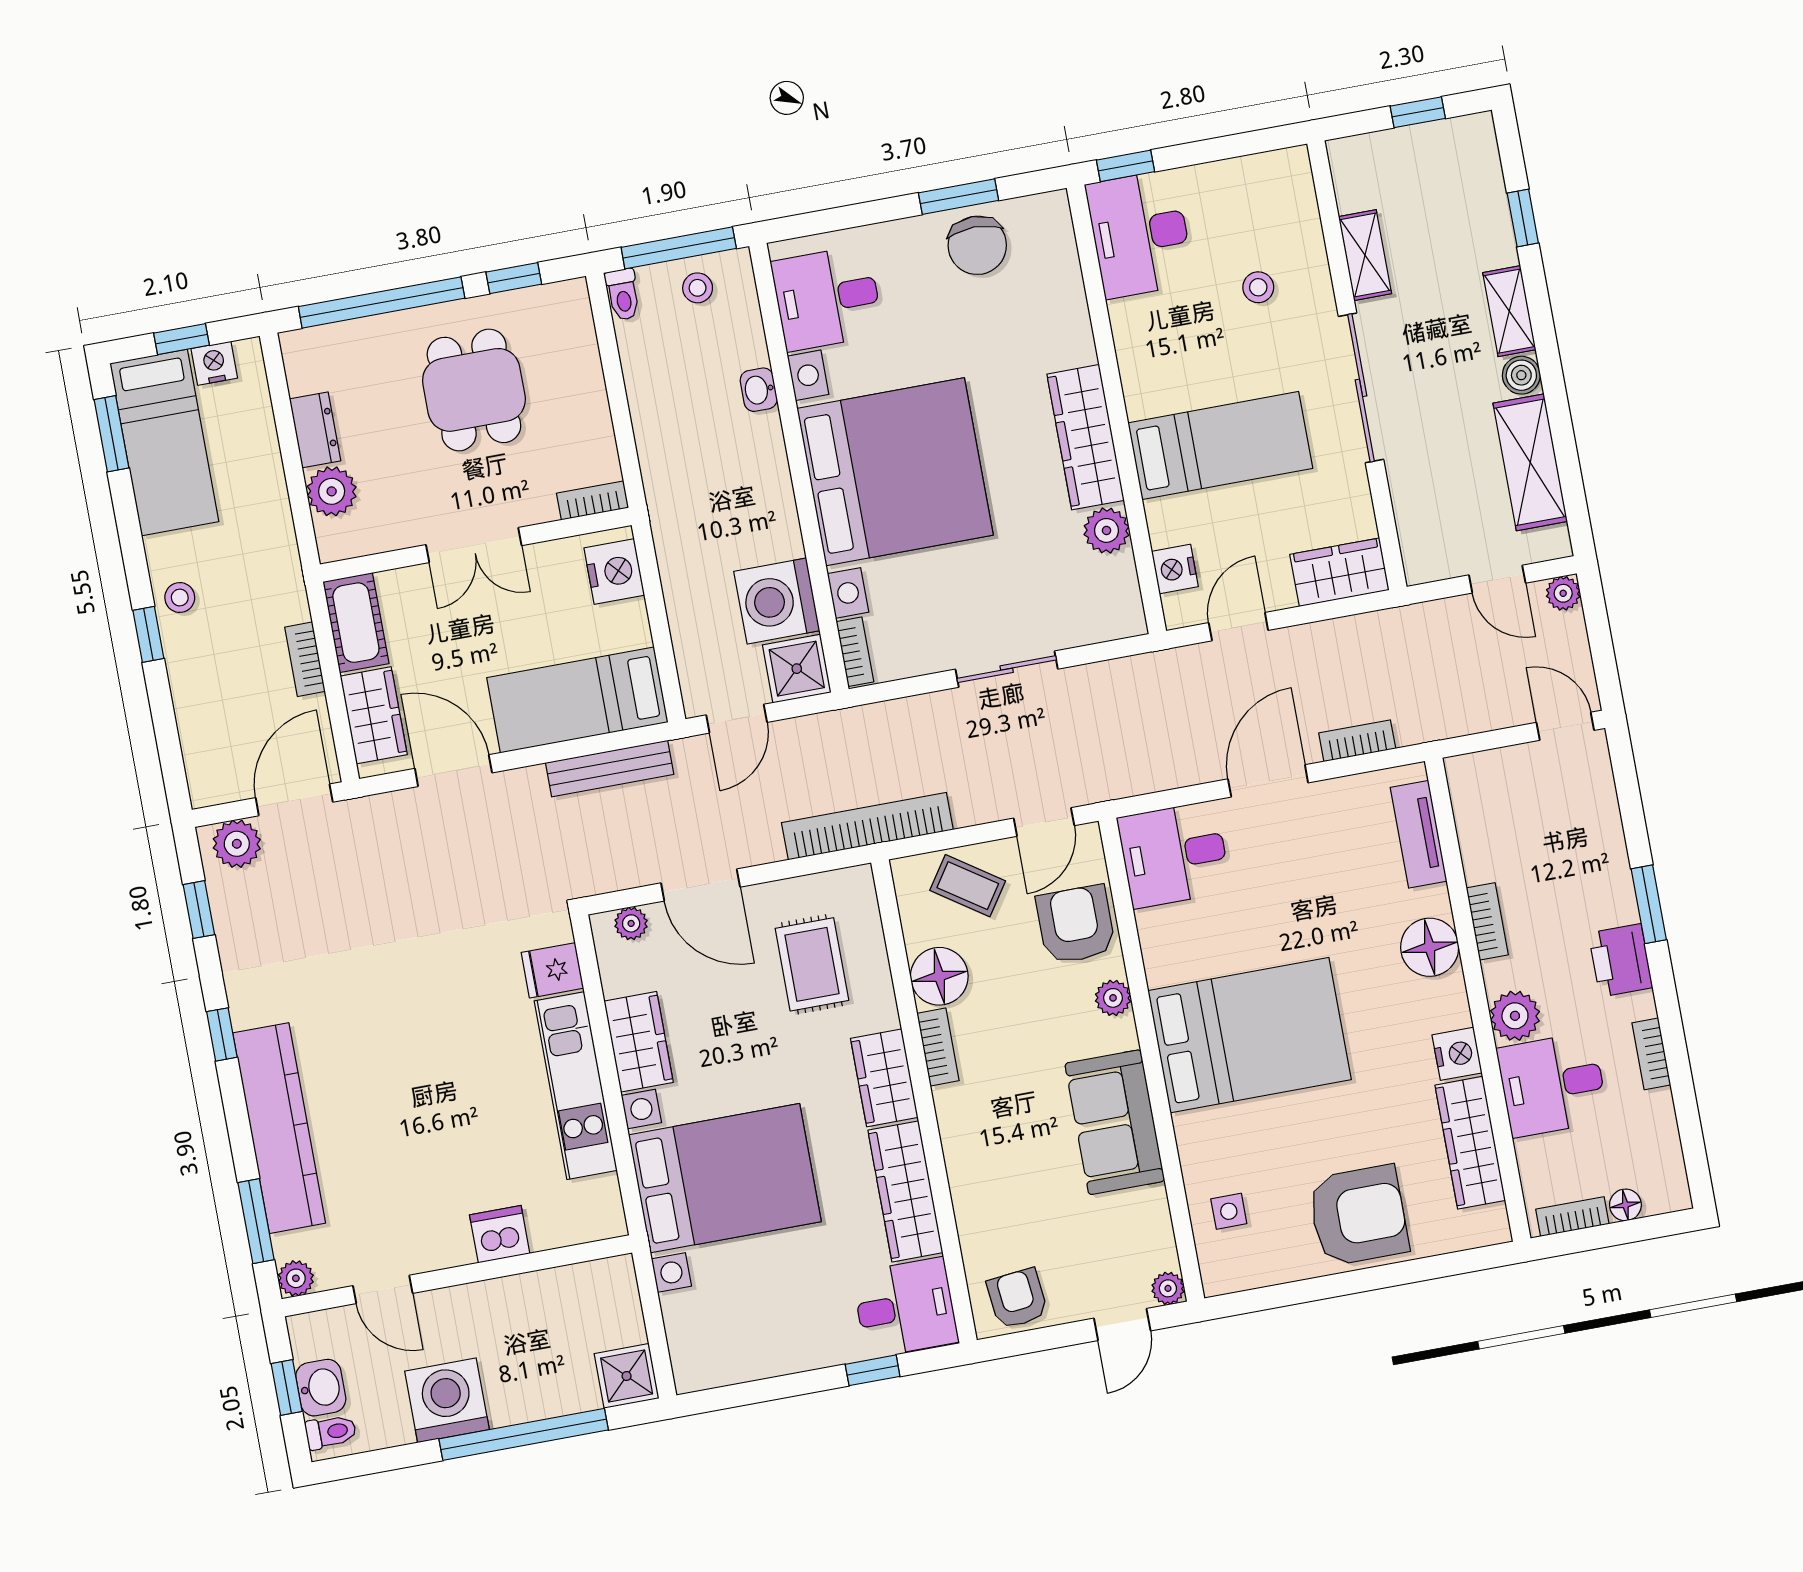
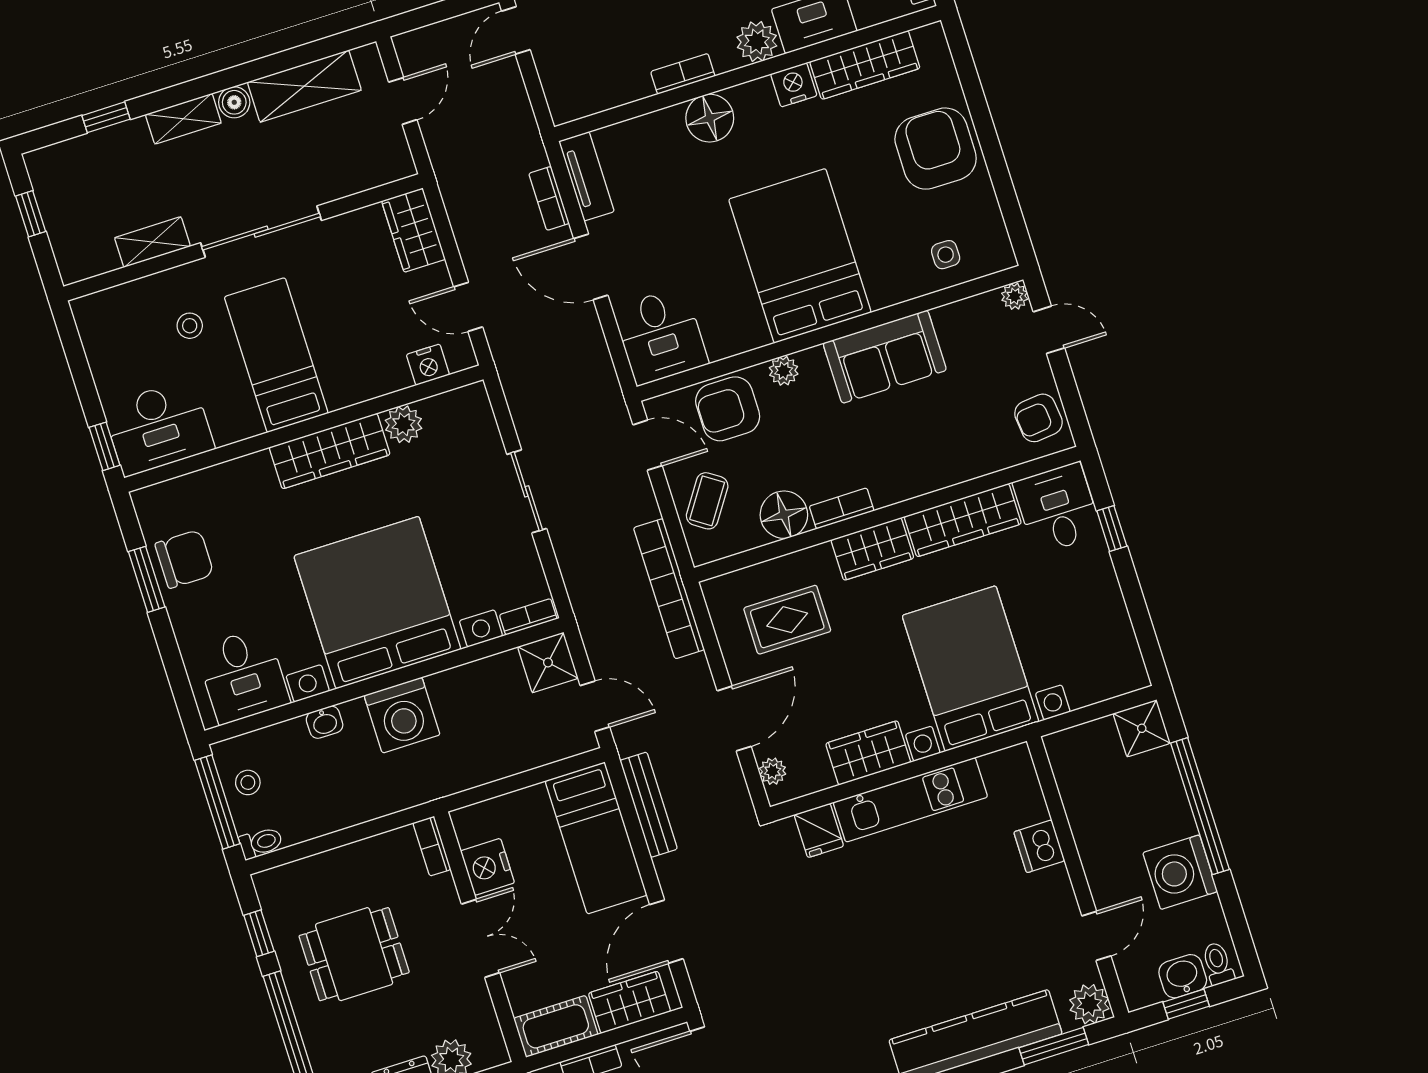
bed: (1220, 446) -> (276, 355), moved
nightstand: (614, 571) -> (487, 867), moved, turned -90
plant: (1563, 593) -> (408, 46), removed
washing machine: (777, 601) -> (402, 715), moved
tv unit: (1419, 834) -> (586, 176), moved, turned -90
plant: (296, 1278) -> (1089, 1004), width x1.38, depth x1.38

